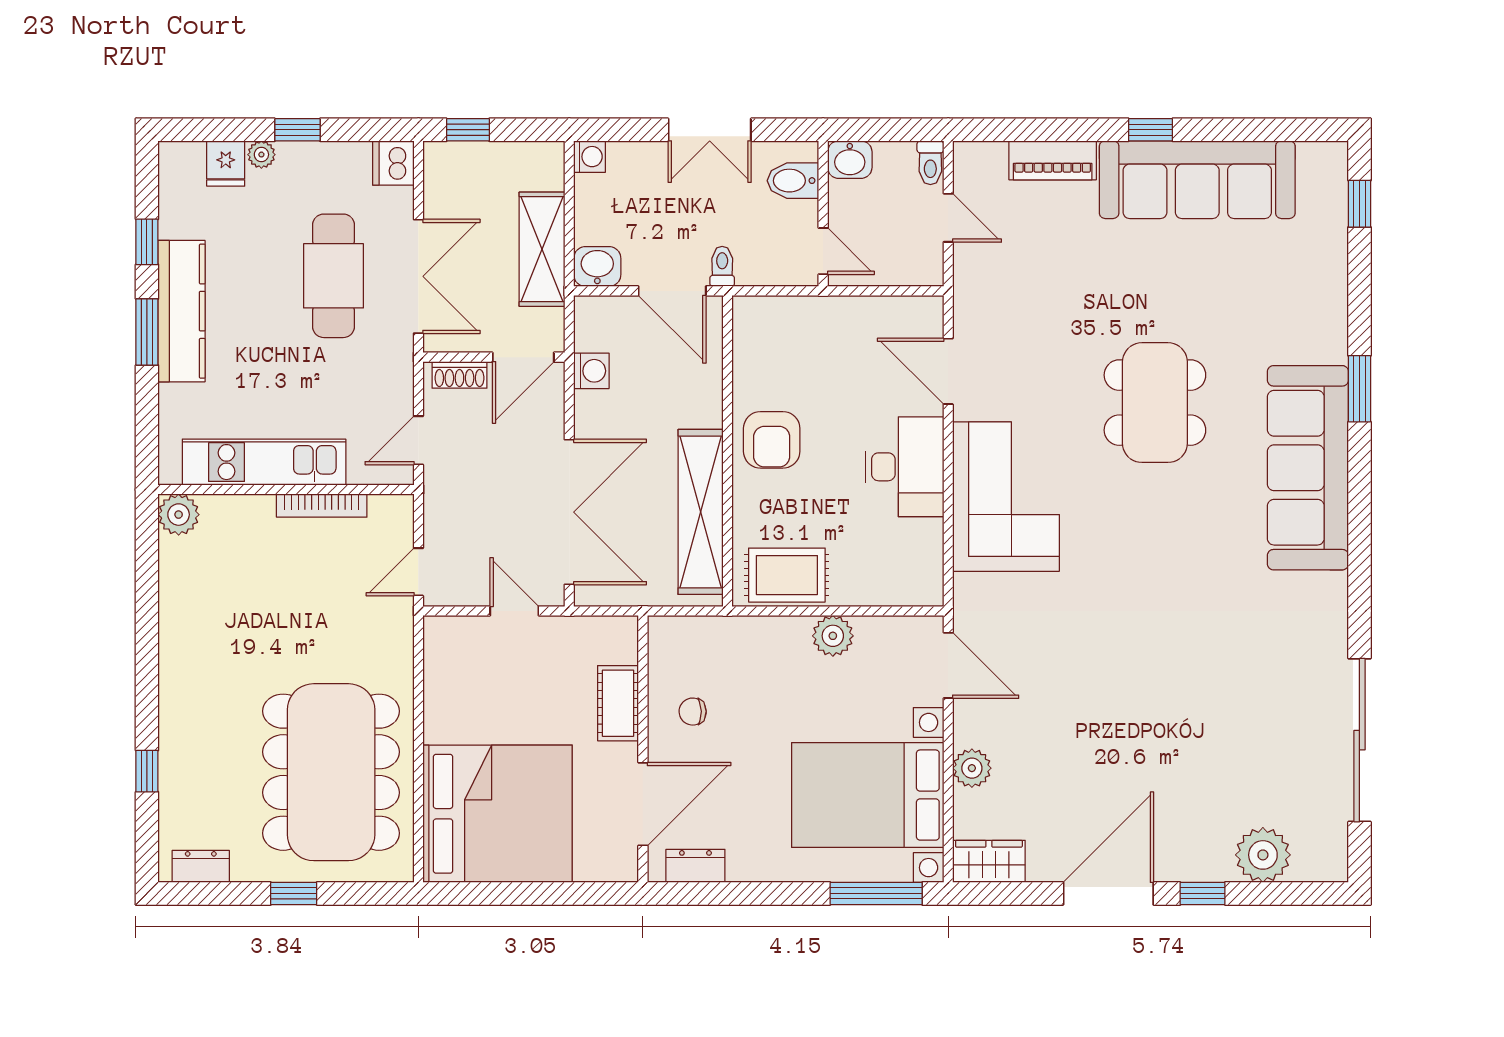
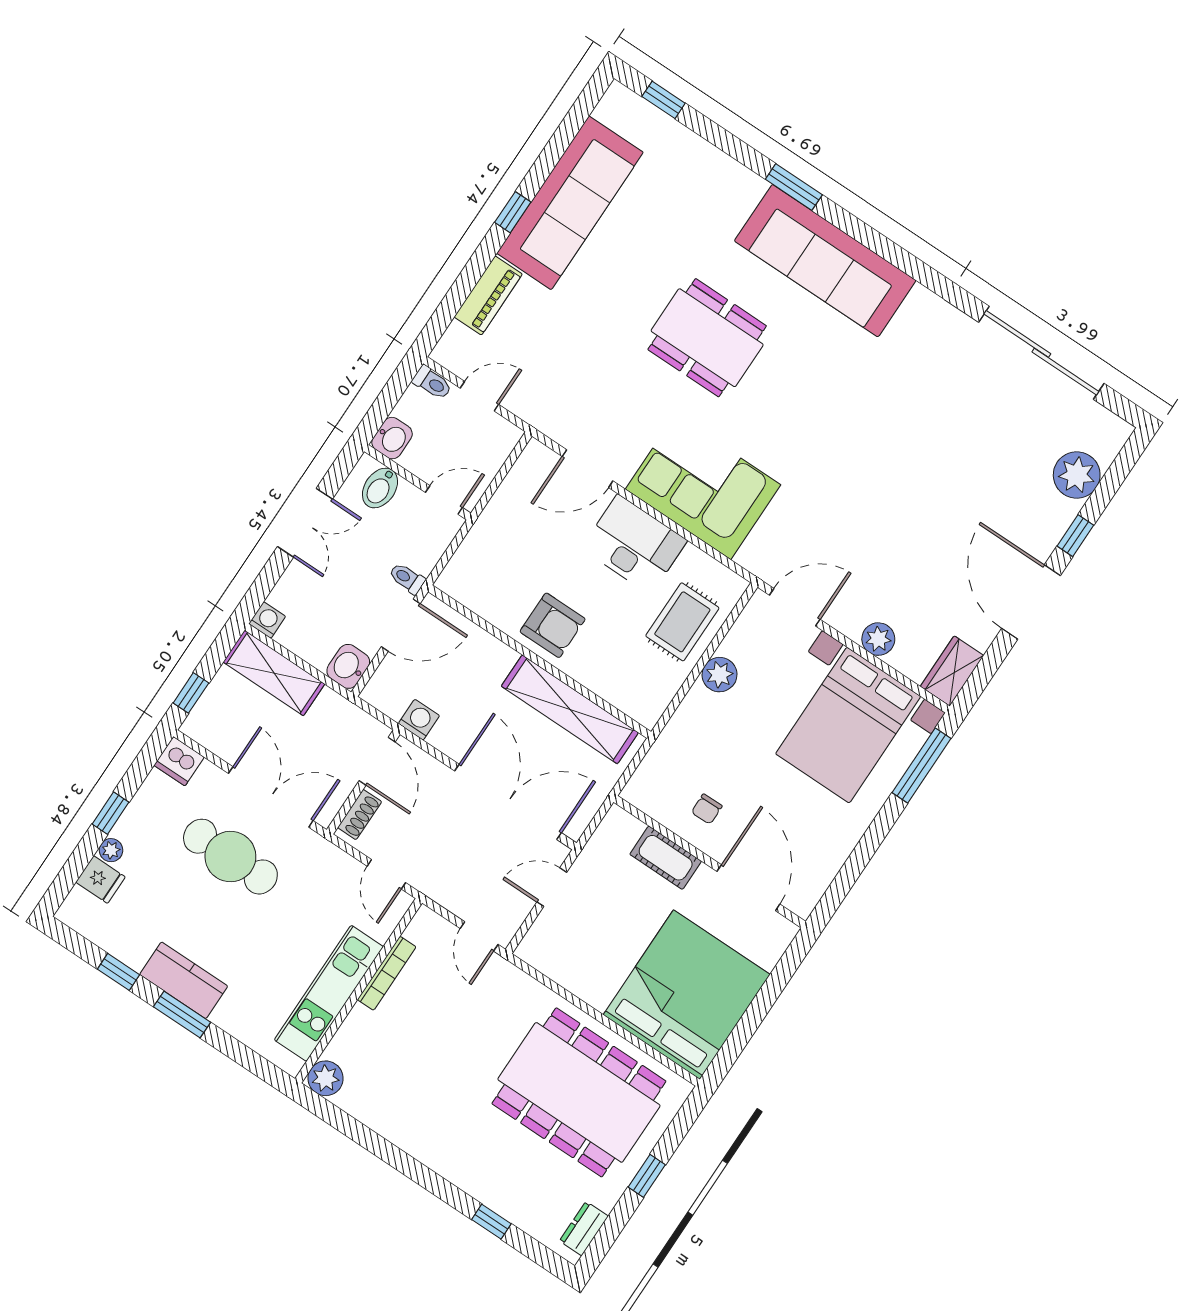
shelving: (542, 249) -> (274, 673), moved
kitchen counter: (182, 311) -> (184, 980), width x0.67
rug: (787, 575) -> (682, 622), moved
dresser: (695, 866) -> (817, 880), removed

